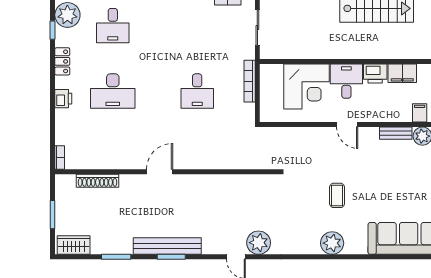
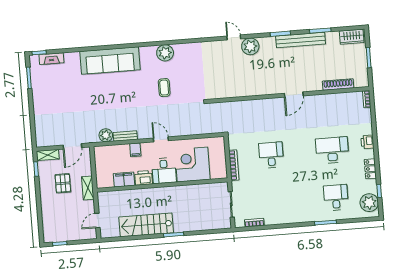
filing cabinet: (420, 113) -> (135, 150), moved
plant: (259, 243) -> (250, 46), moved
bench: (167, 246) -> (301, 40), moved

